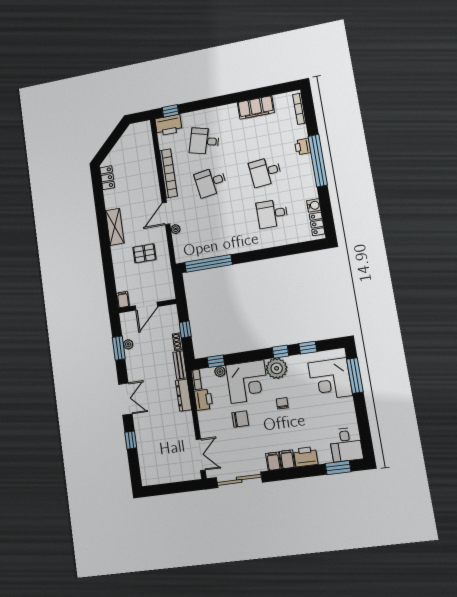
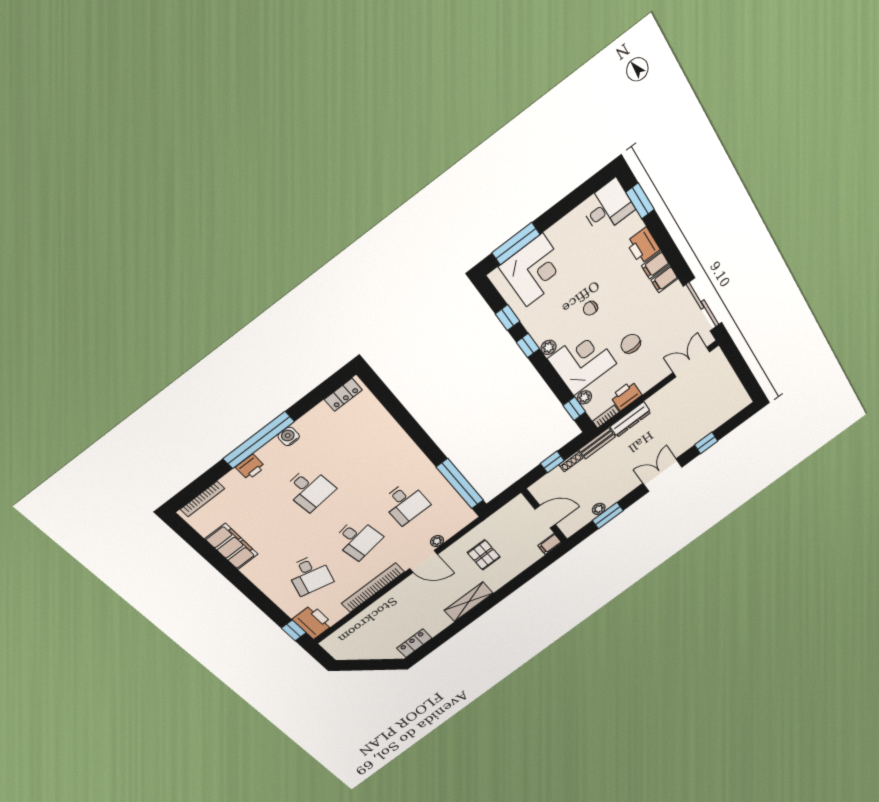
water cooler: (314, 205) -> (289, 436), moved
desk: (272, 214) -> (405, 503), moved
plant: (277, 368) -> (549, 347), width x0.53, depth x0.53

